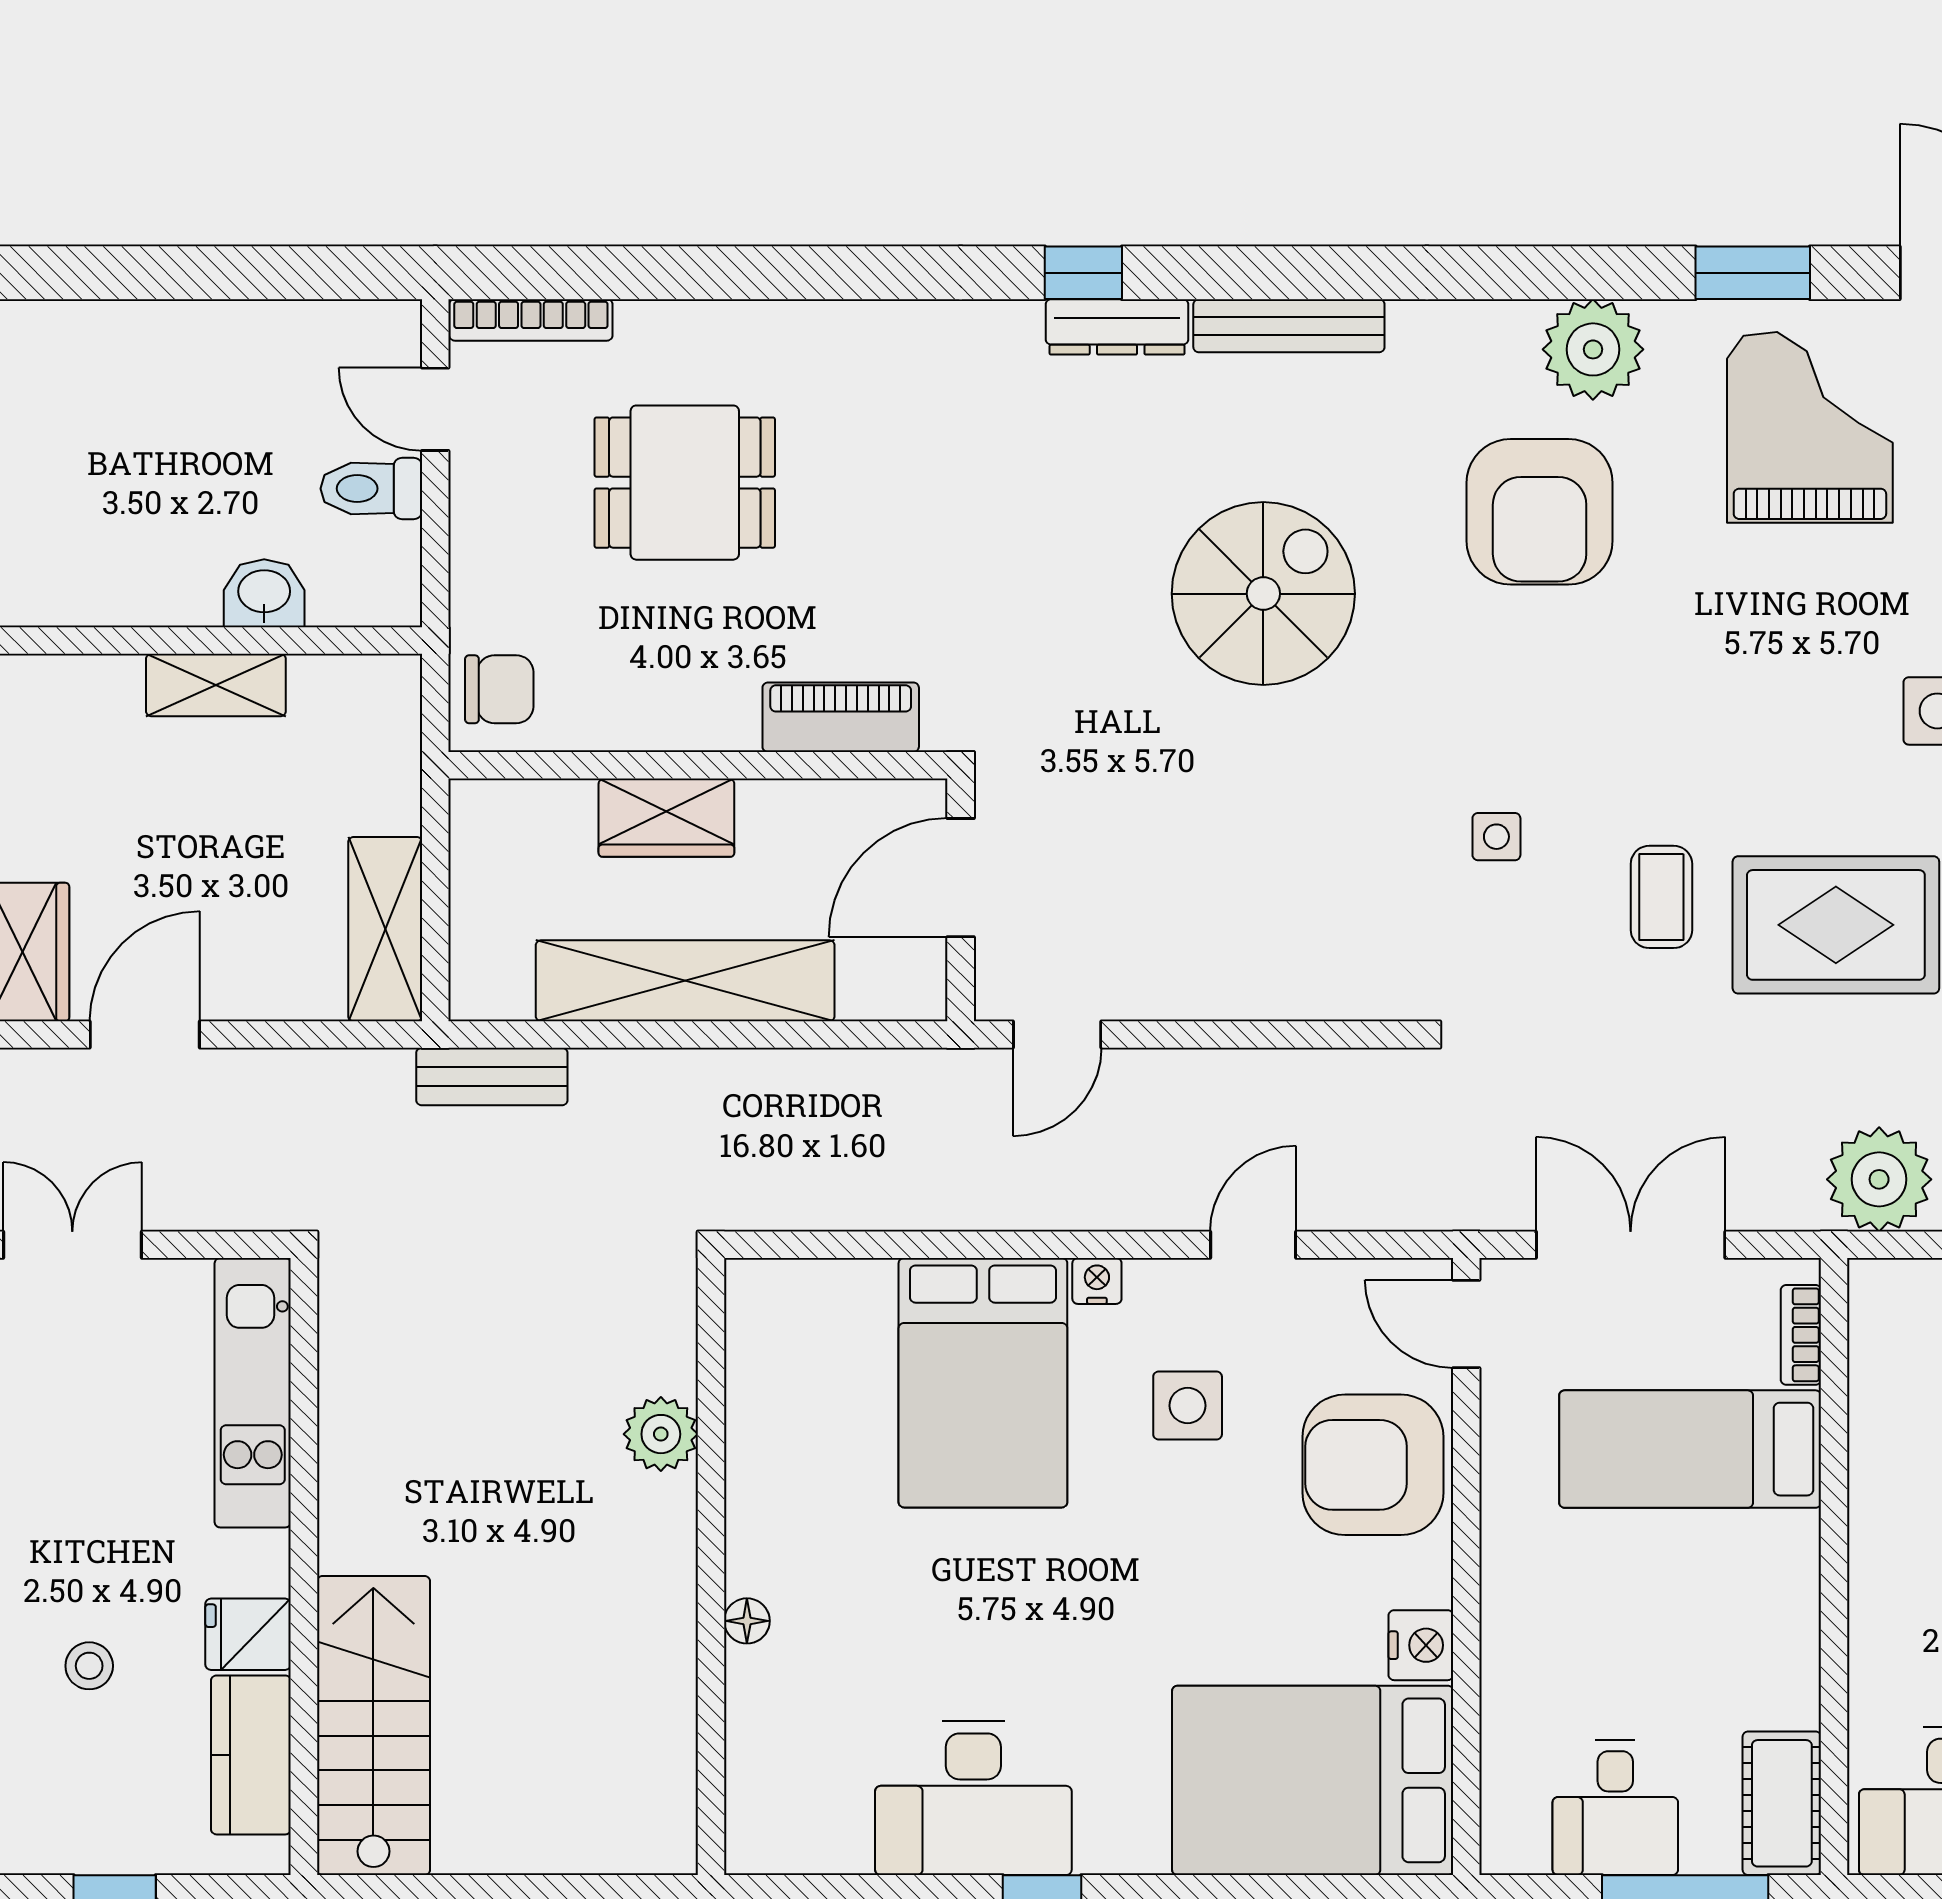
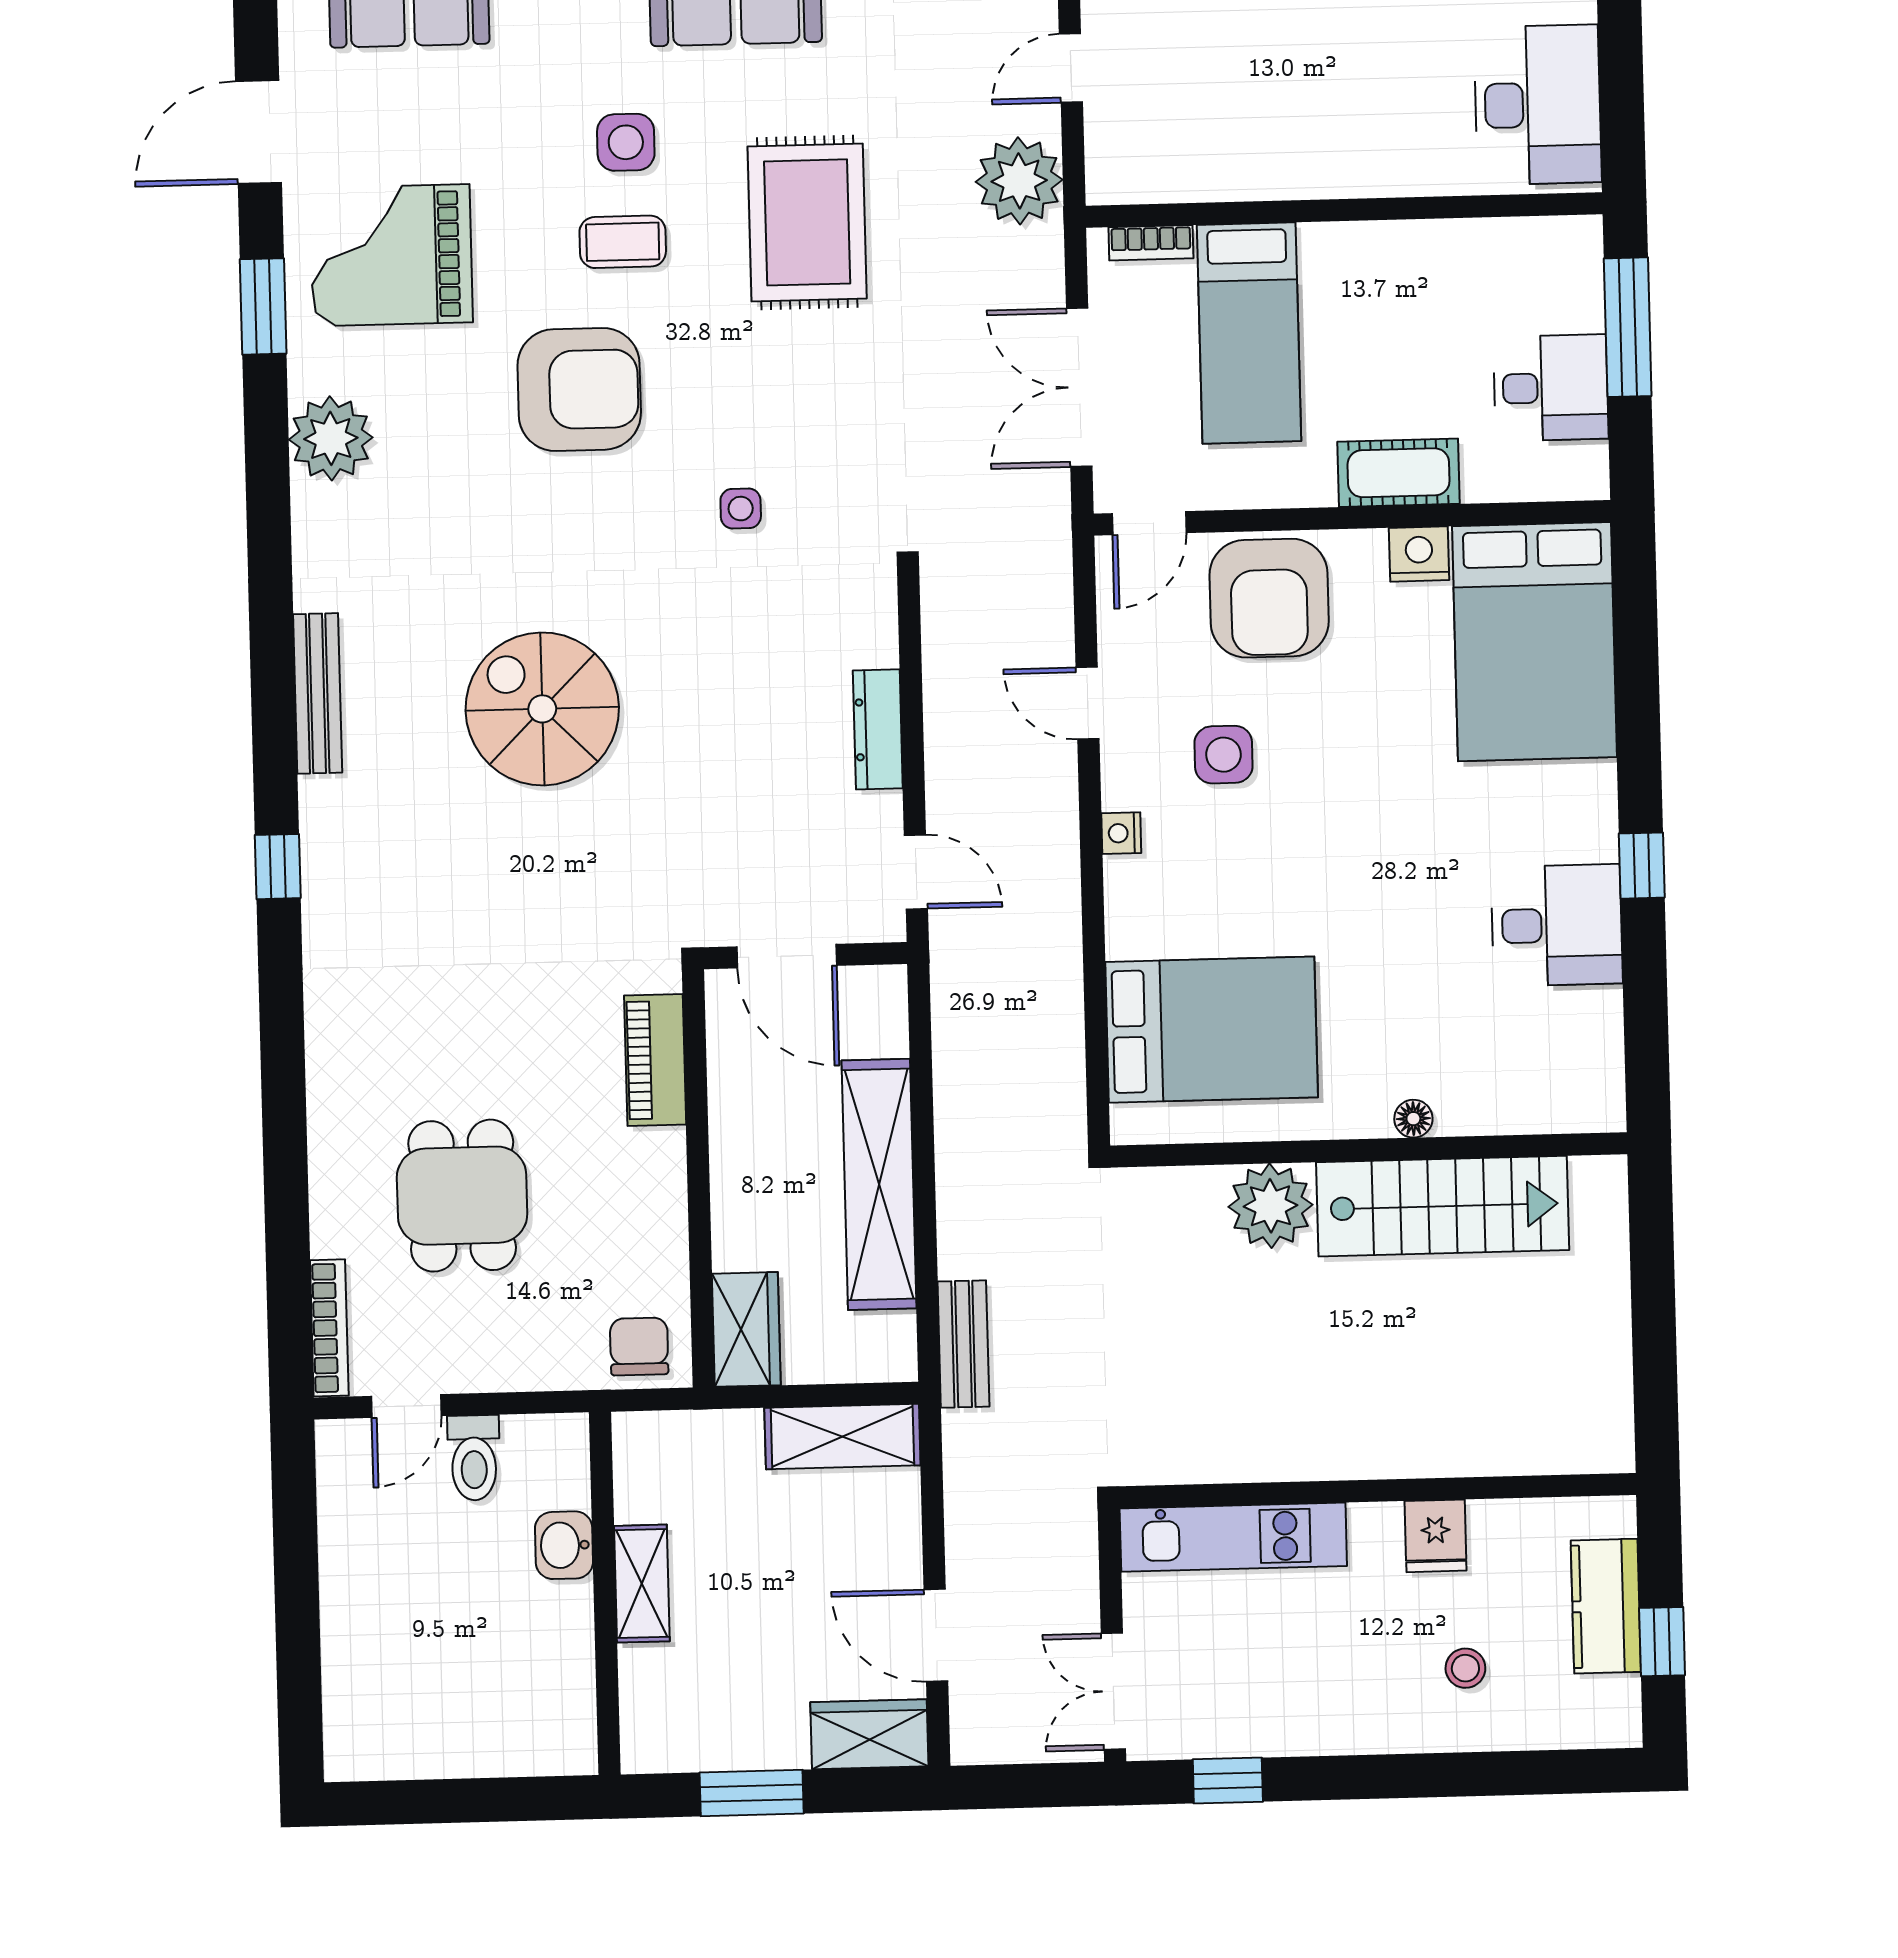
dresser: (1117, 327) -> (878, 729), moved, turned 180
armchair: (1540, 512) -> (579, 389), moved
wardrobe: (666, 818) -> (746, 1329), moved
coffee table: (1661, 897) -> (623, 242), moved
bed: (983, 1383) -> (1212, 1030), moved
plant: (661, 1434) -> (1271, 1206), width x1.36, depth x1.36
stairs: (373, 1726) -> (1443, 1206), moved, turned 180
kitchen counter: (251, 1755) -> (1606, 1606), moved, turned 90
desk: (973, 1798) -> (1557, 925), width x0.73
cot: (1782, 1803) -> (1399, 473), moved

